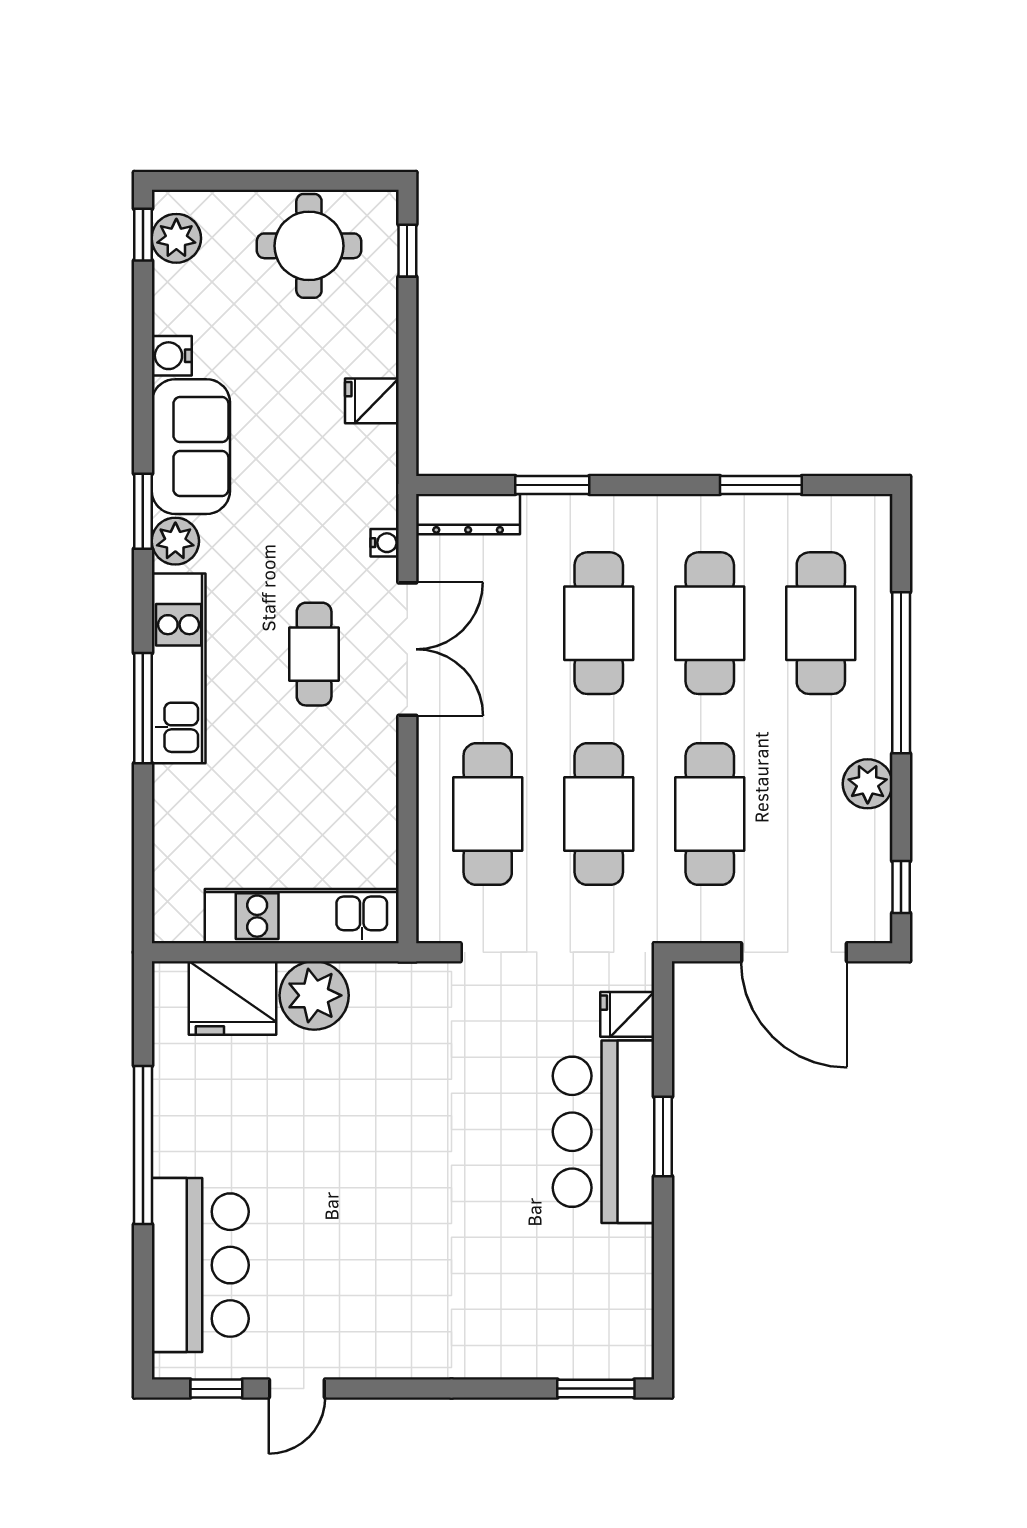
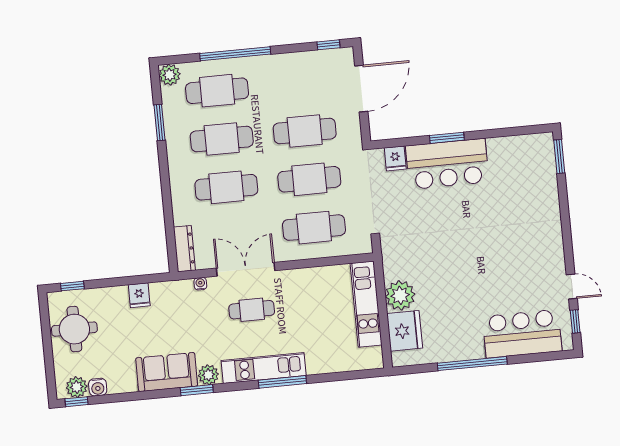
water cooler: (172, 356) -> (98, 387), moved
window: (552, 485) -> (168, 213), removed
plant: (868, 784) -> (170, 75), moved

